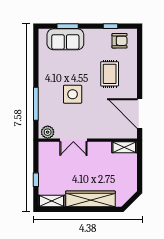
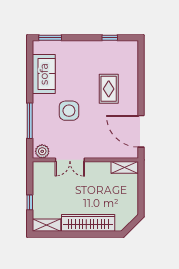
window: (68, 26) -> (50, 38), moved
sofa: (65, 39) -> (44, 74), moved, turned -90
armchair: (120, 41) -> (119, 53), removed

